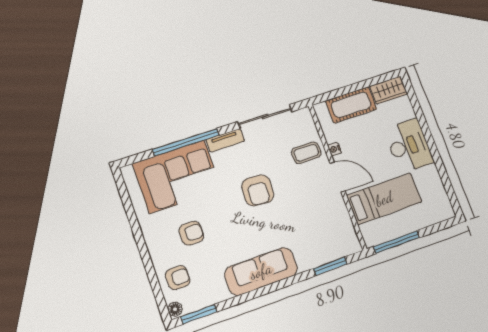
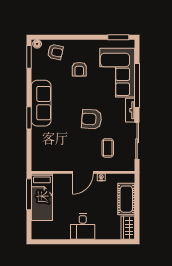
desk: (409, 146) -> (83, 226), width x0.73
coffee table: (306, 153) -> (108, 148), moved
window: (124, 193) -> (118, 37), added
bed: (384, 199) -> (42, 197), moved
window: (330, 266) -> (29, 118), moved
armchair: (178, 278) -> (55, 52), turned -78

